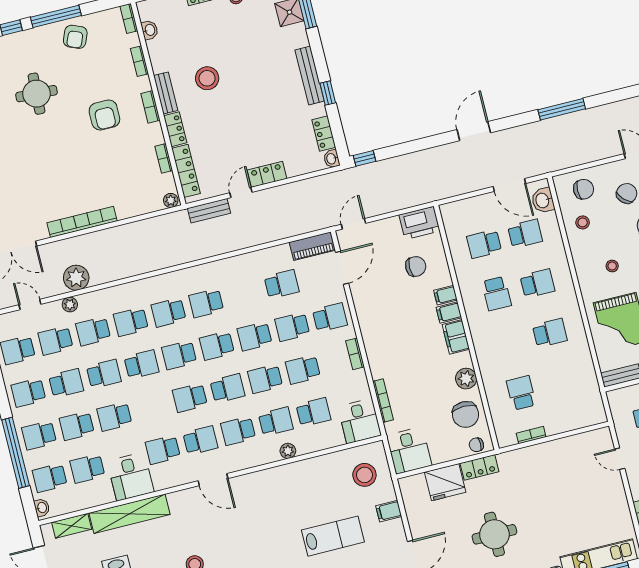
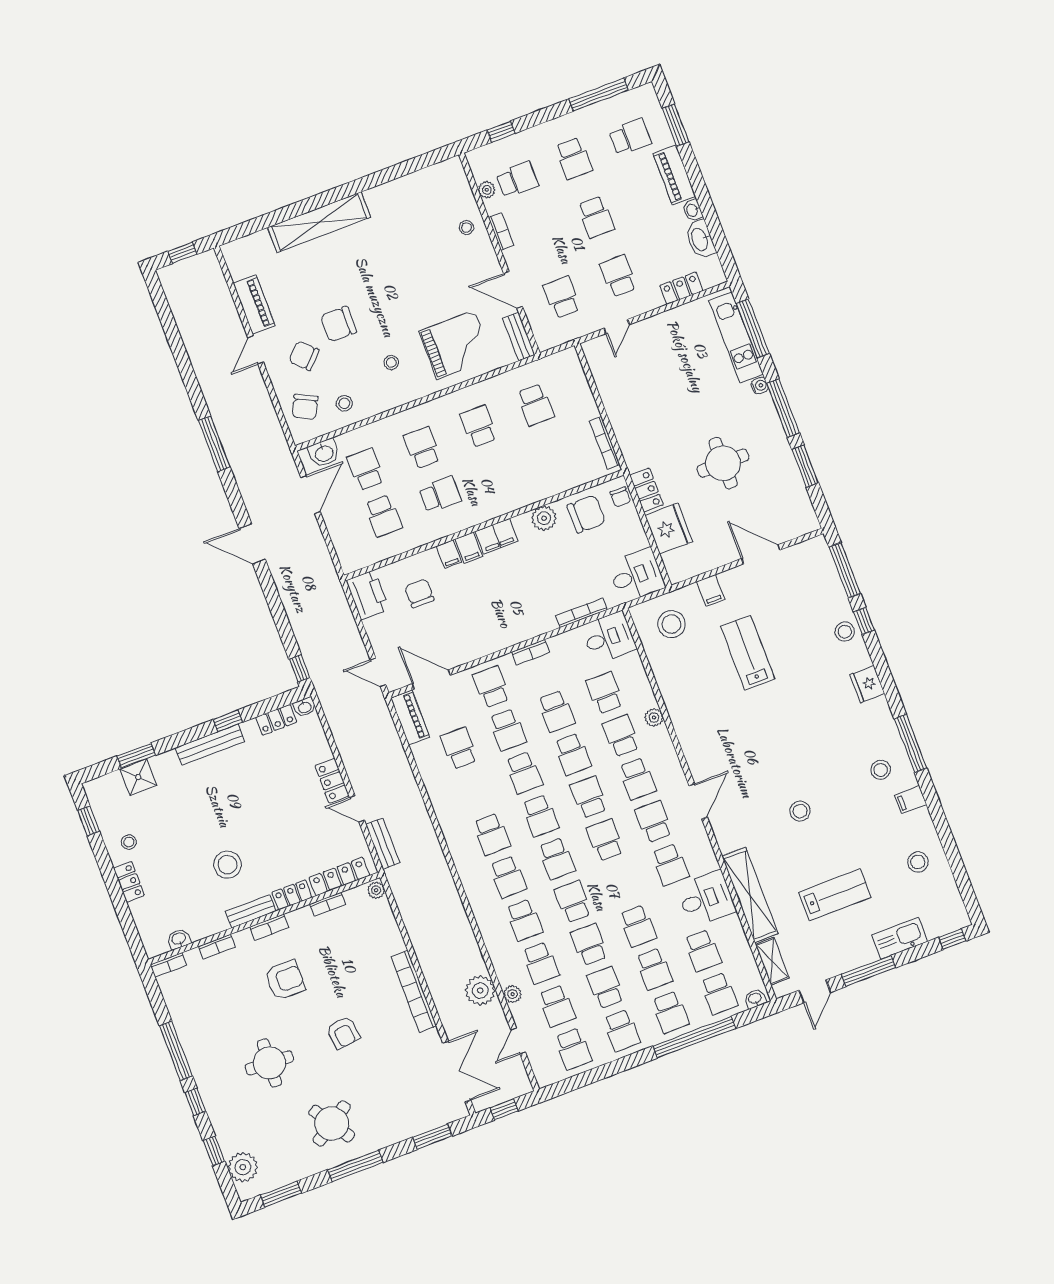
armchair: (75, 37) -> (343, 1032), moved, turned 61
chair: (584, 189) -> (305, 407), turned -153
school desk: (521, 393) -> (535, 405), moved, turned -90
school desk: (190, 398) -> (605, 840), turned 180
bookcase: (531, 435) -> (605, 443), width x1.56

